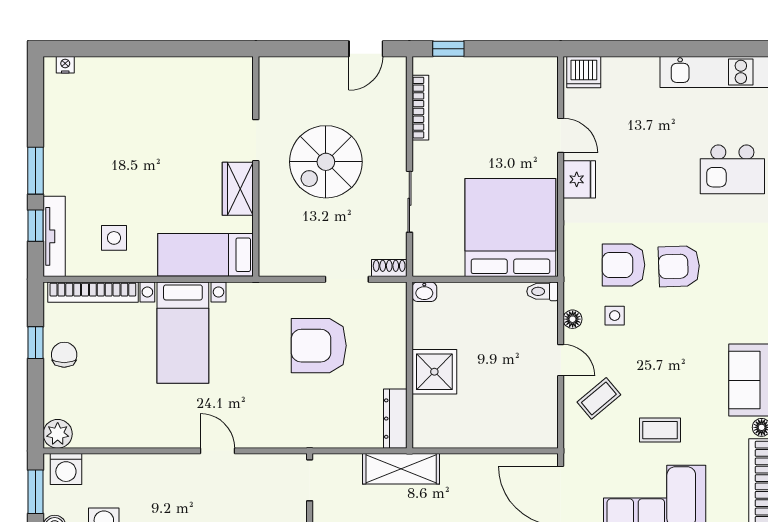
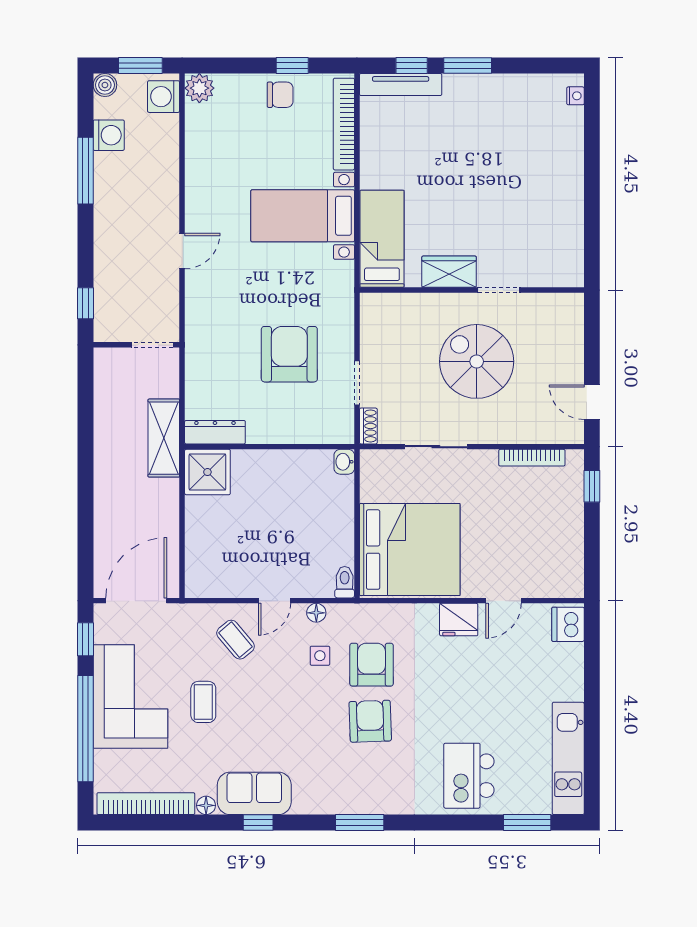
side table: (114, 238) -> (399, 146), removed
shower: (434, 372) -> (207, 472), moved

